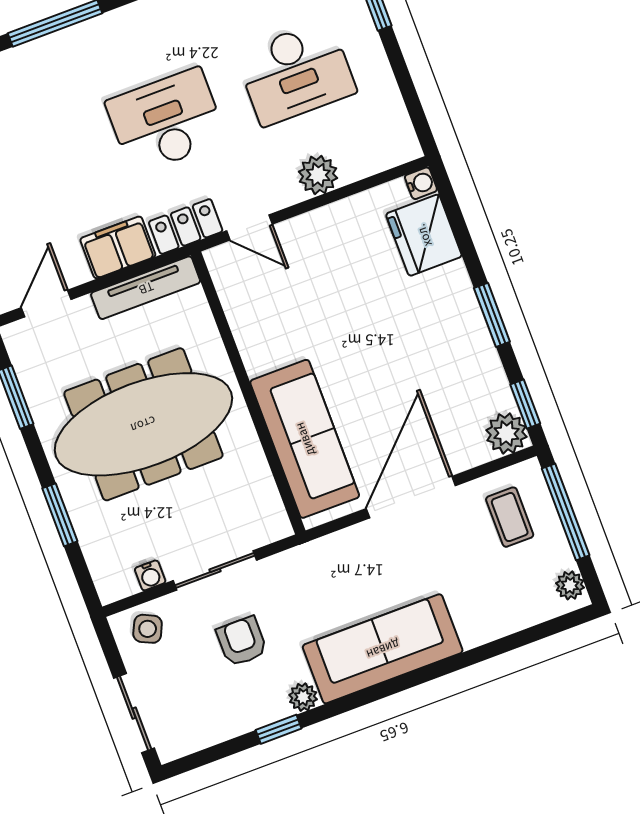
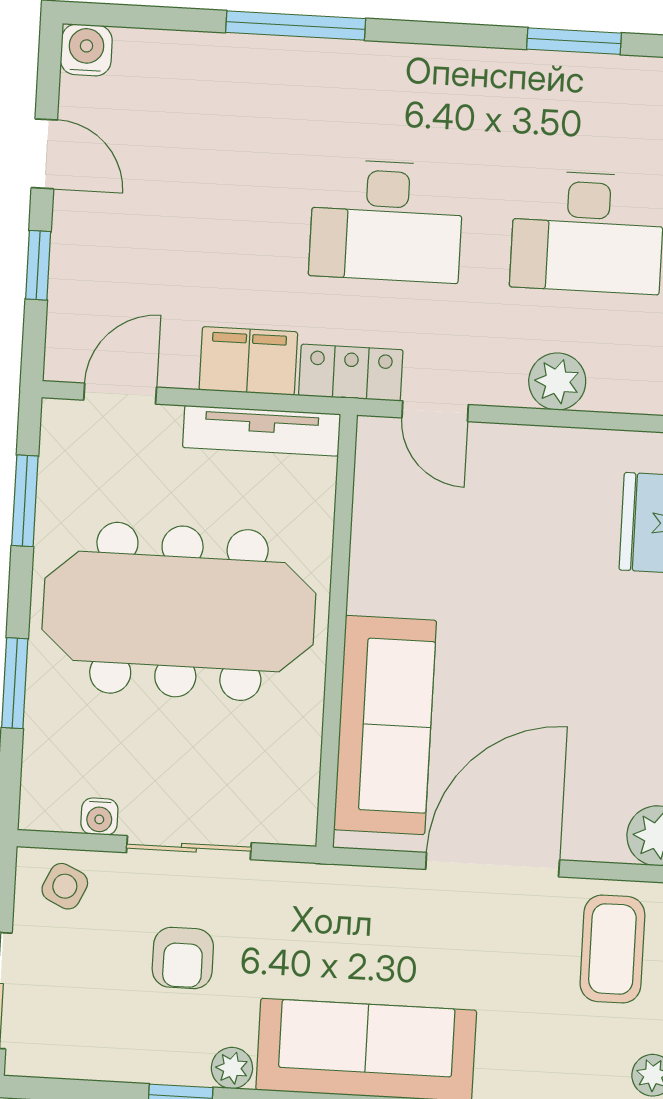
desk: (166, 121) -> (386, 221), turned 180
coffee table: (510, 517) -> (612, 949), width x1.36, depth x1.30
armchair: (242, 641) -> (183, 958), turned 180

